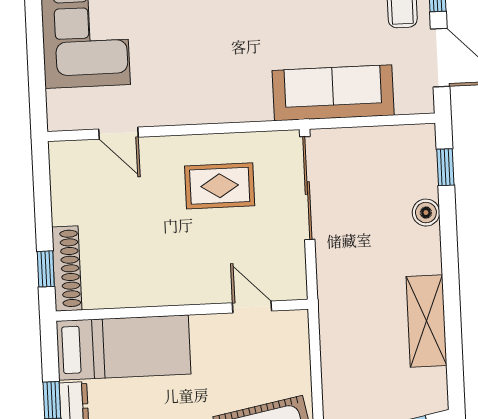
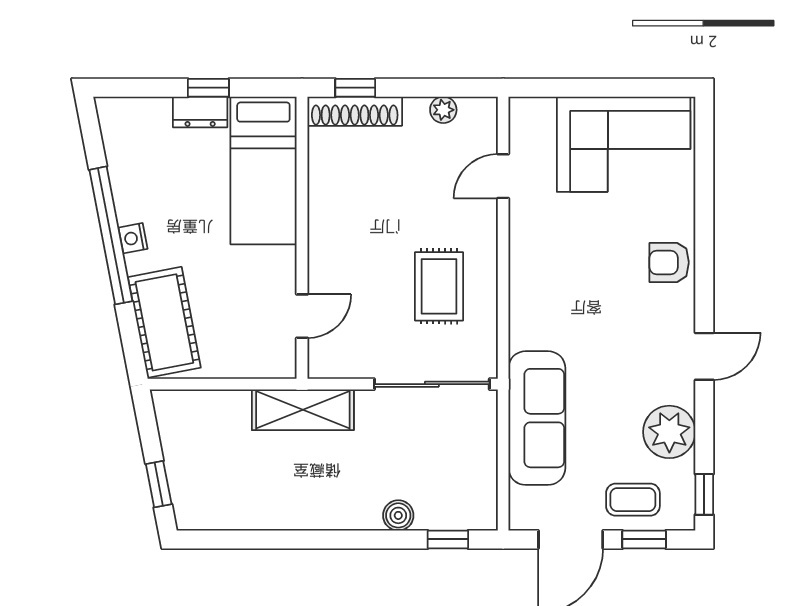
plant: (62, 189) -> (443, 110), added
shelving: (426, 321) -> (303, 410), moved

